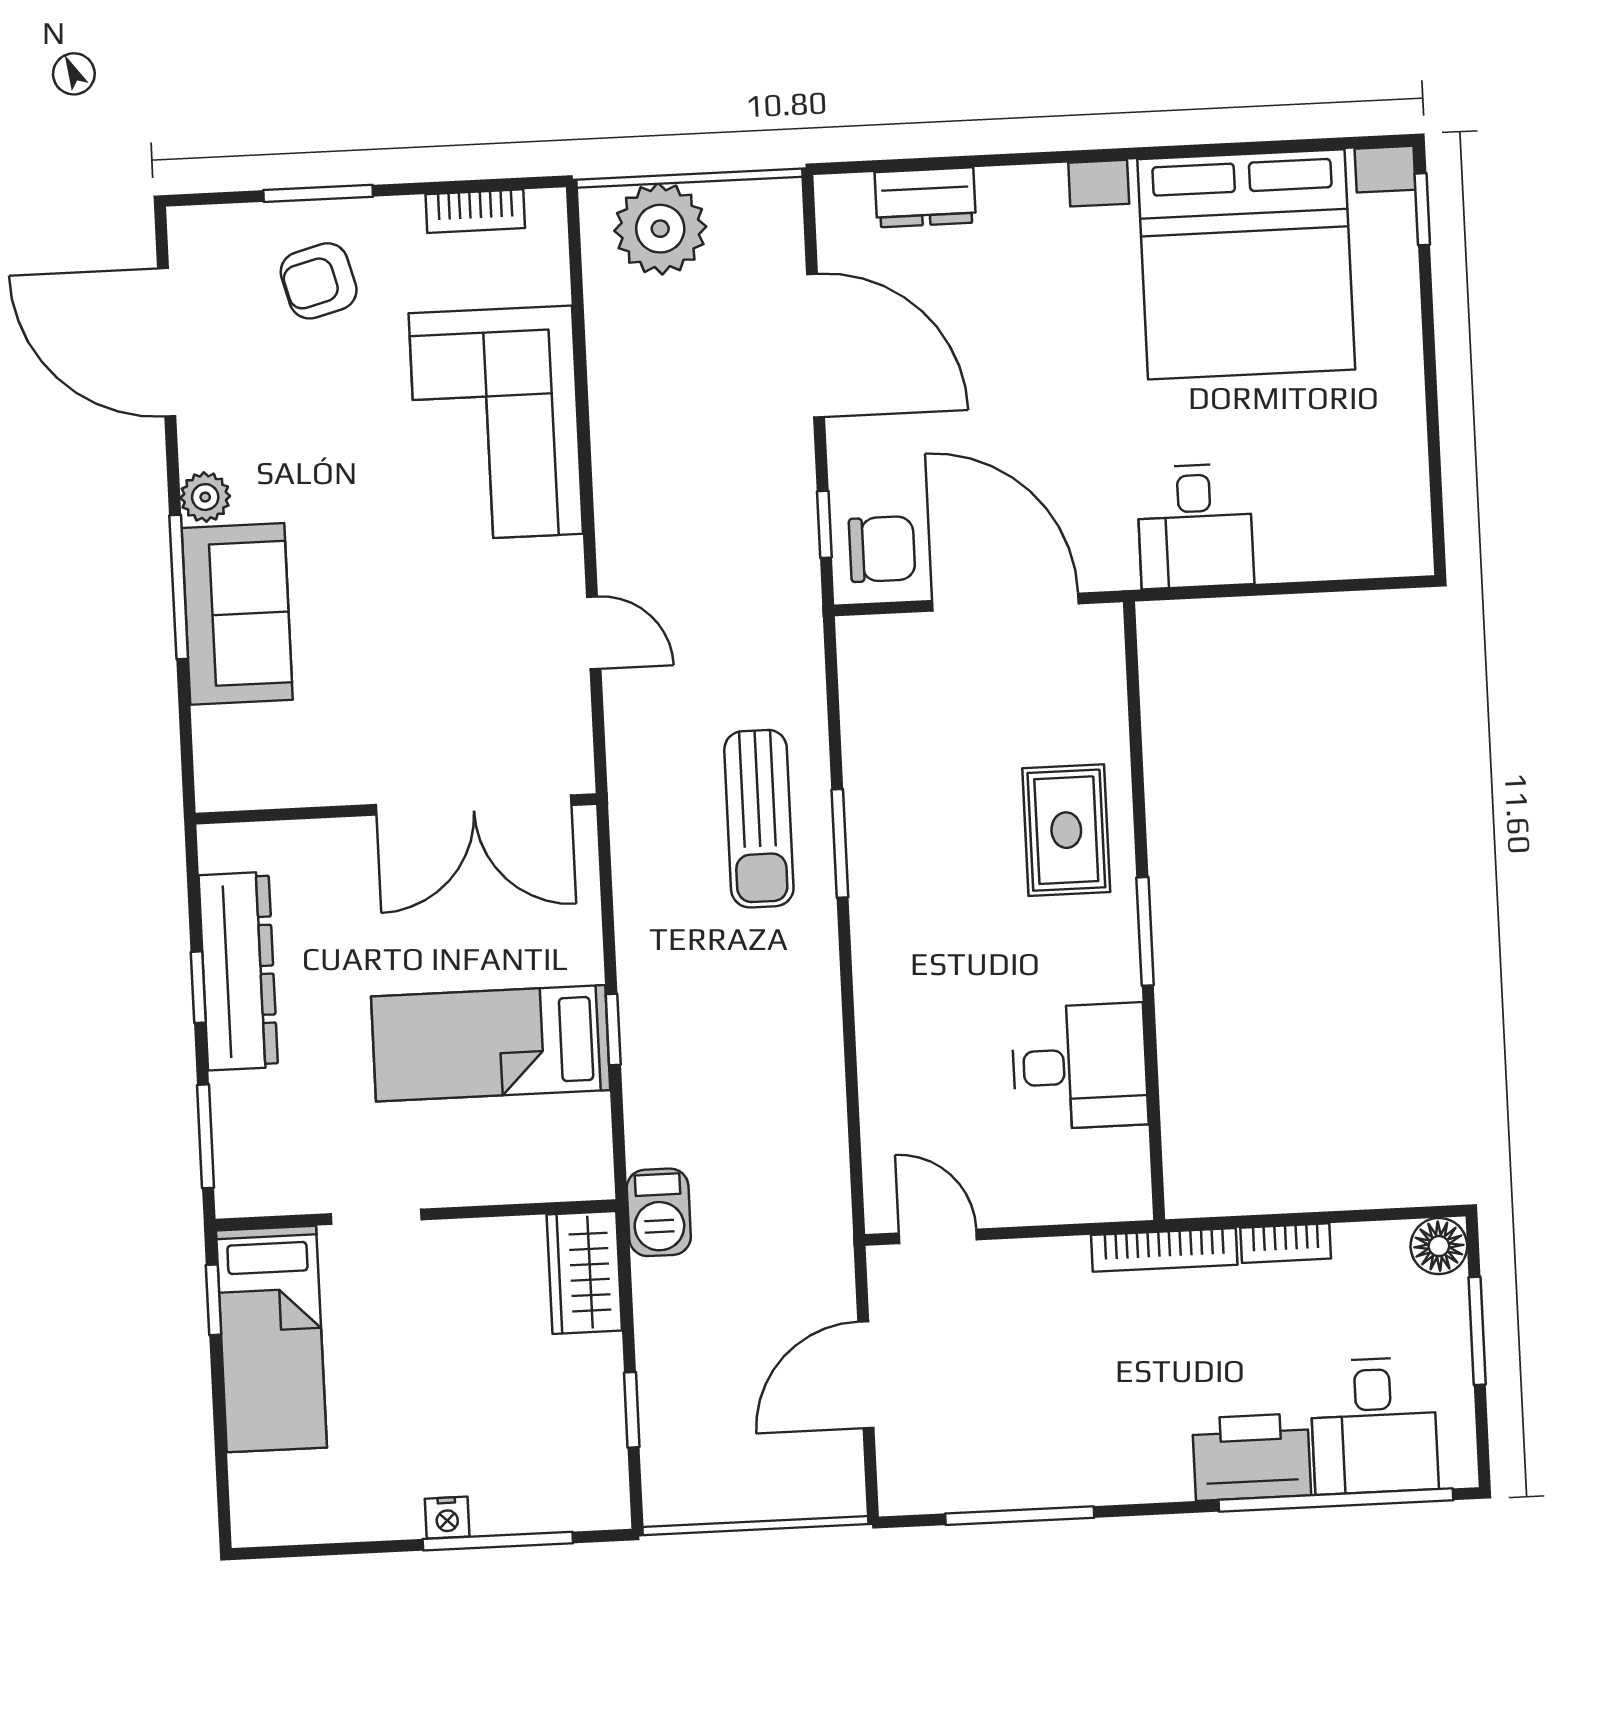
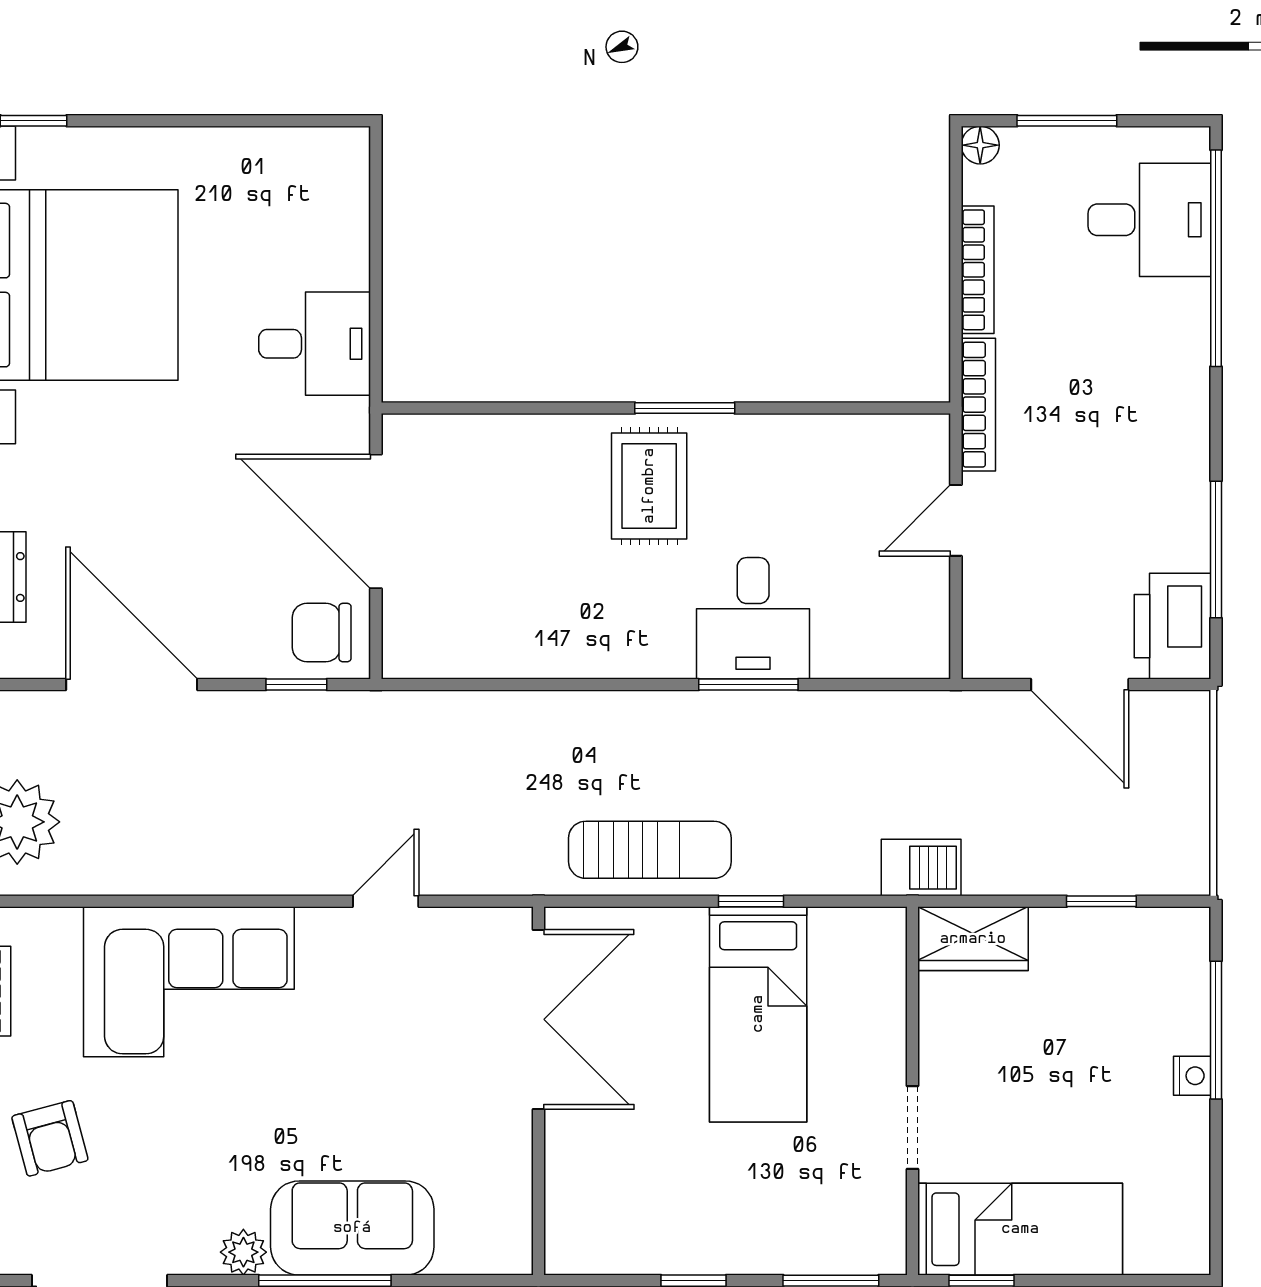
door: (816, 345) -> (132, 684), hinge flipped
chair: (882, 549) -> (322, 633), turned -90
door: (1005, 602) -> (376, 521), hinge flipped
sun lounger: (759, 819) -> (650, 850), moved
rug: (1066, 830) -> (649, 486), moved, turned 90
window: (840, 843) -> (748, 684), moved
dresser: (238, 971) -> (681, 1243), removed
desk: (1080, 1066) -> (753, 618), moved, turned 180
door: (938, 1236) -> (956, 520), moved
bookcase: (1286, 1243) -> (978, 270), width x1.56
floor lamp: (1439, 1246) -> (980, 145), width x0.73, depth x0.73
printer: (1251, 1457) -> (1173, 626), moved

